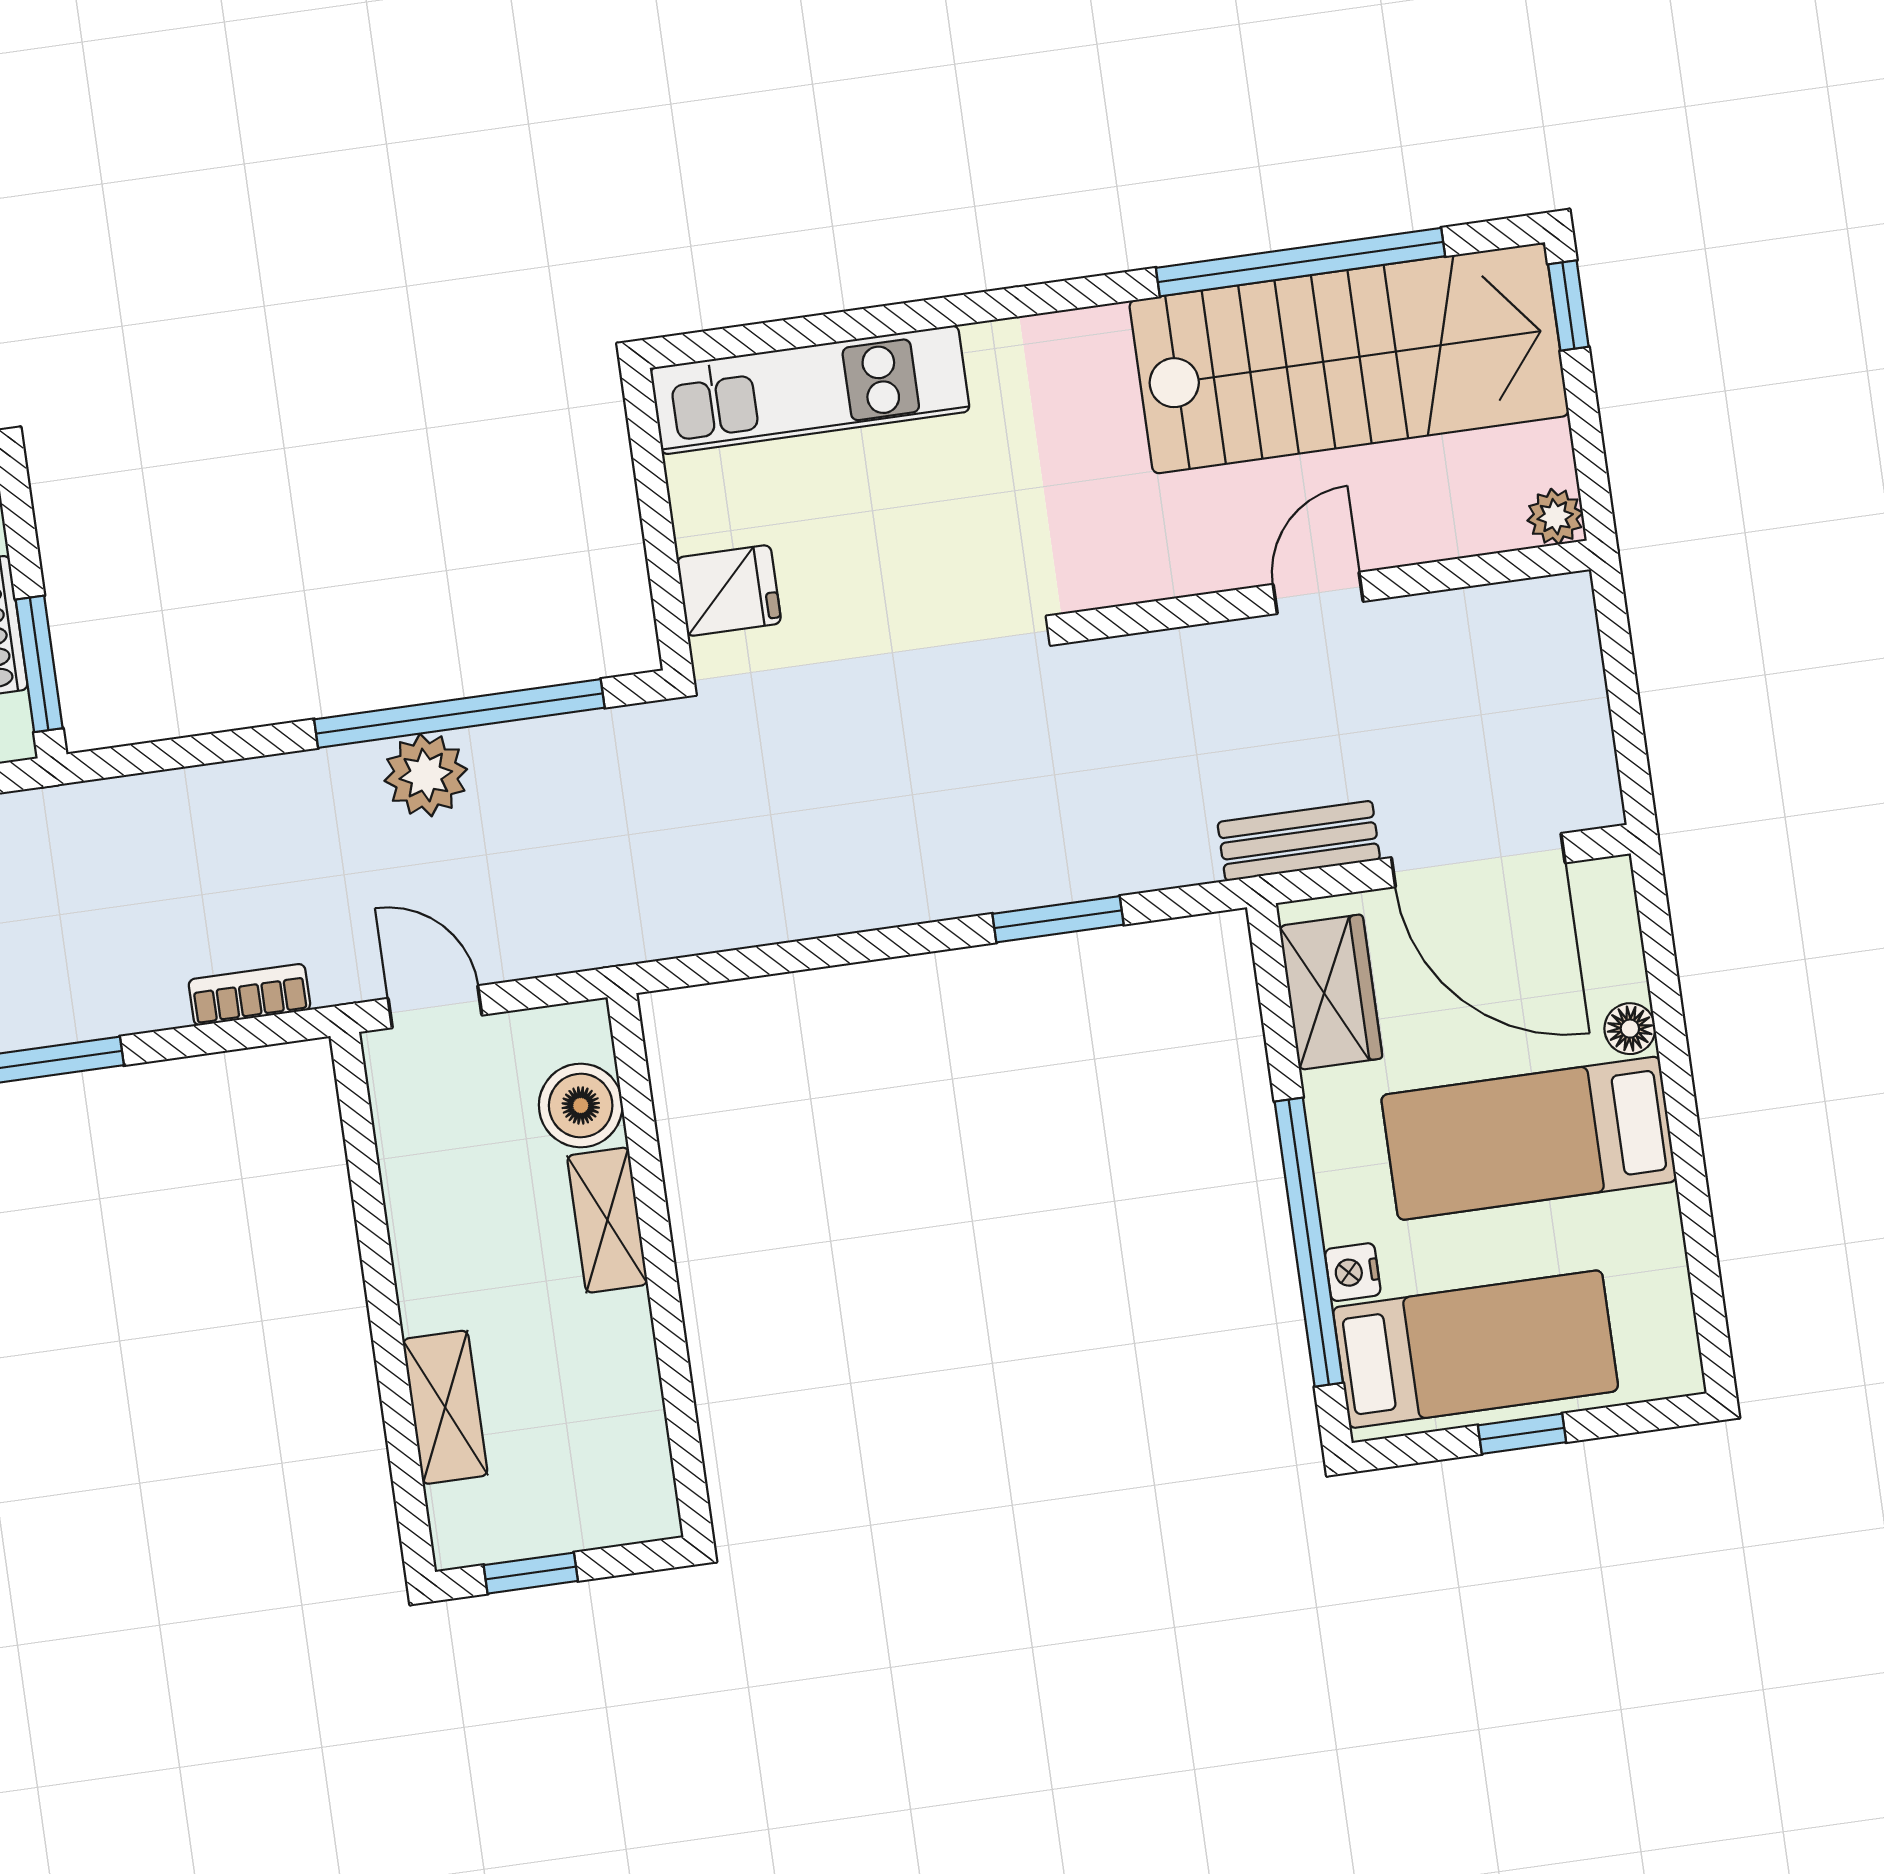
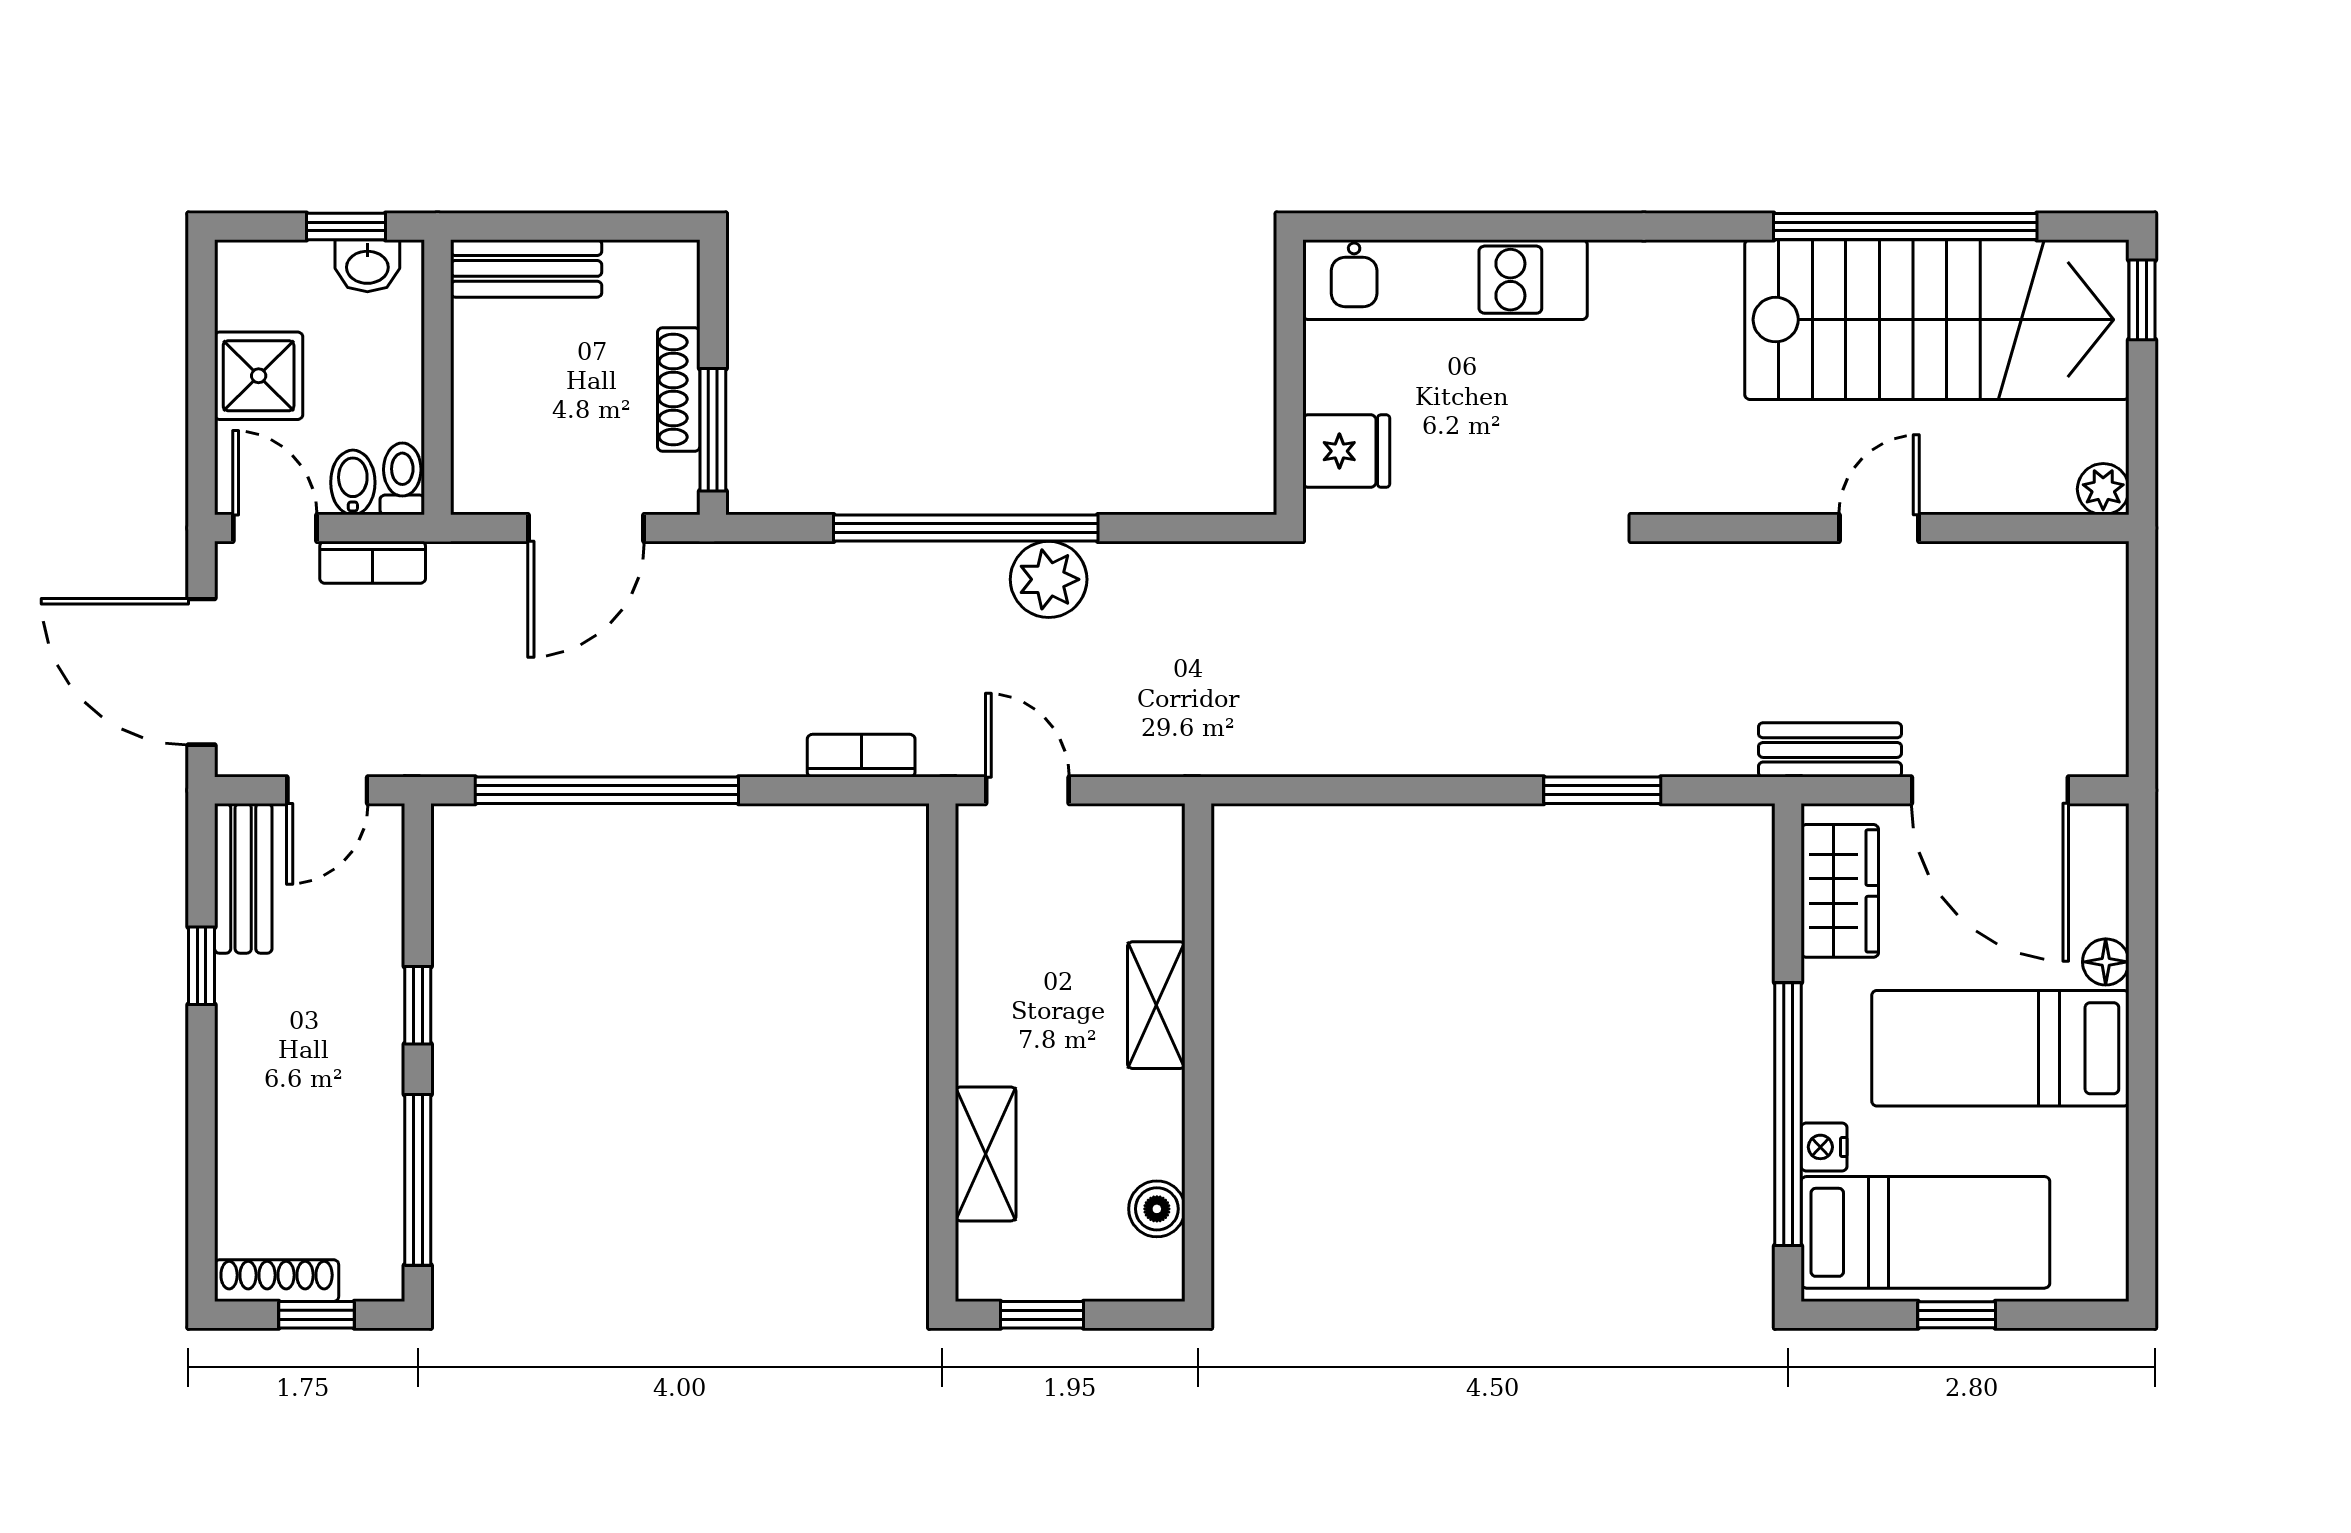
window: (459, 714) -> (966, 528), moved
boiler: (581, 1105) -> (1157, 1209), moved, width x0.73, depth x0.73

